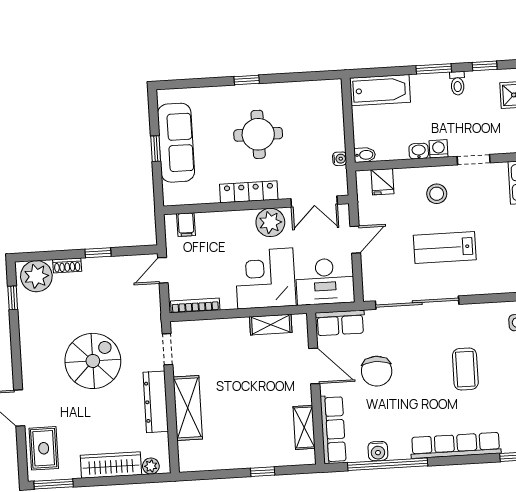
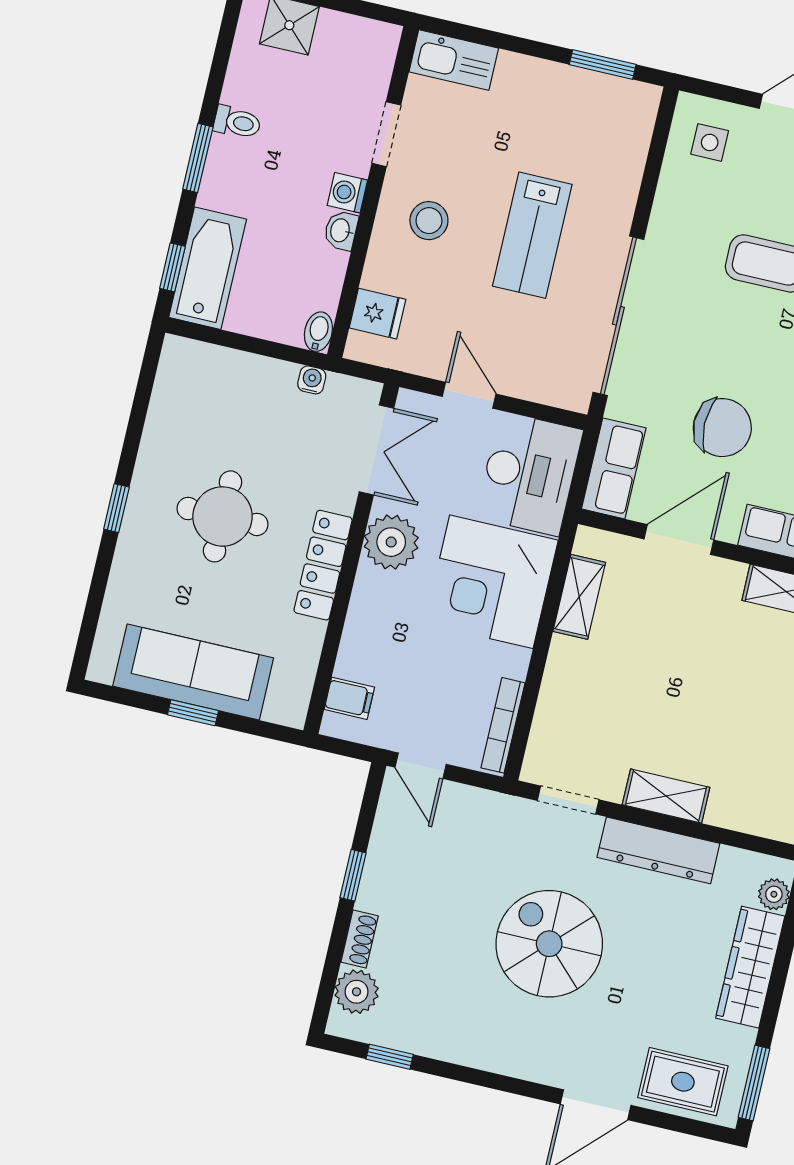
window: (485, 66) -> (172, 267), moved
plant: (36, 276) -> (357, 992), width x0.73, depth x0.73
shelving: (188, 408) -> (666, 796), width x0.67, depth x0.75

